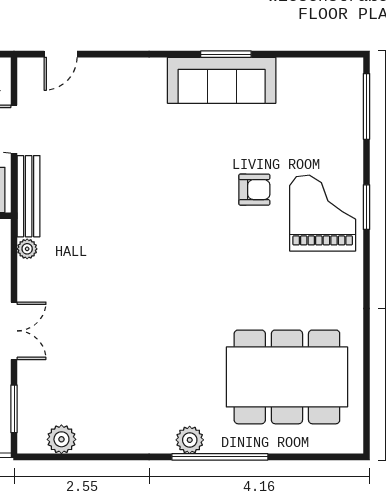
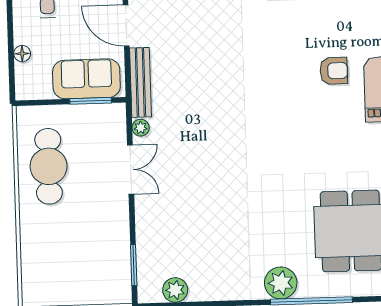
double door: (14, 331) -> (131, 170), moved
plant: (190, 440) -> (281, 283), width x1.36, depth x1.36

